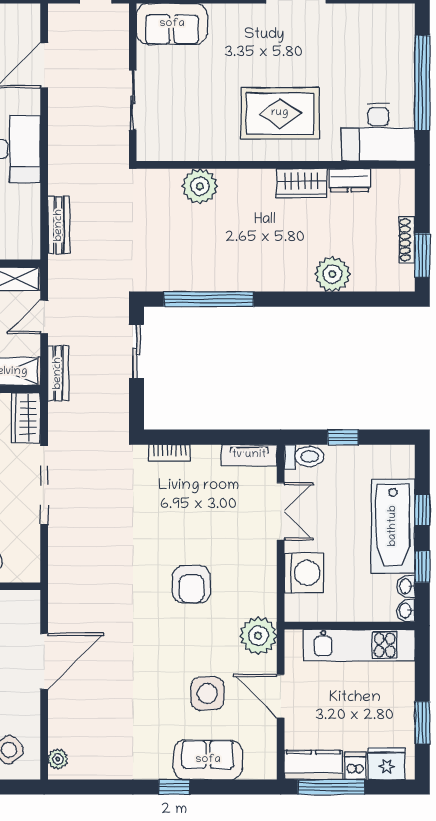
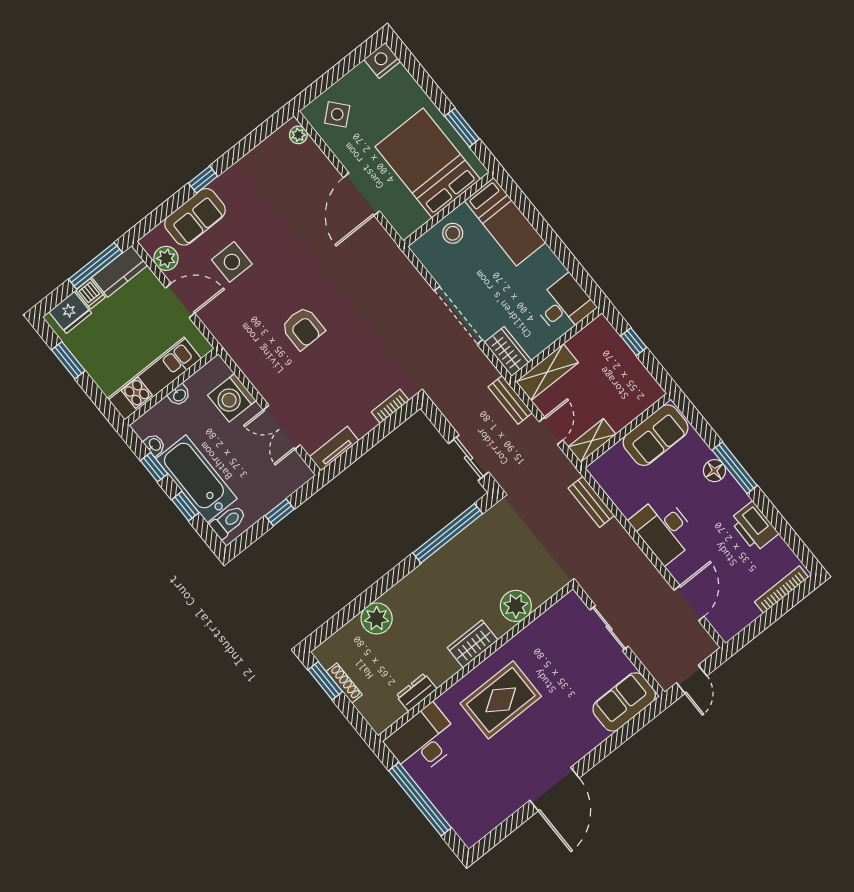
wardrobe: (301, 183) -> (473, 644), moved
toilet: (304, 457) -> (228, 522), moved, turned 180
armchair: (191, 584) -> (303, 328), turned 180
washbasin: (406, 611) -> (179, 395), moved, turned 90
plant: (258, 636) -> (166, 258), moved, width x0.73, depth x0.73

